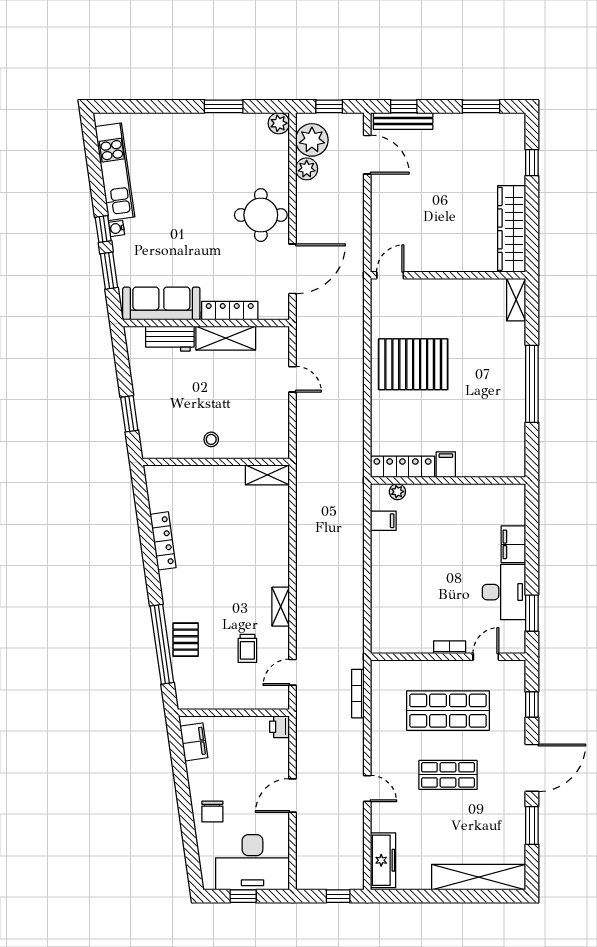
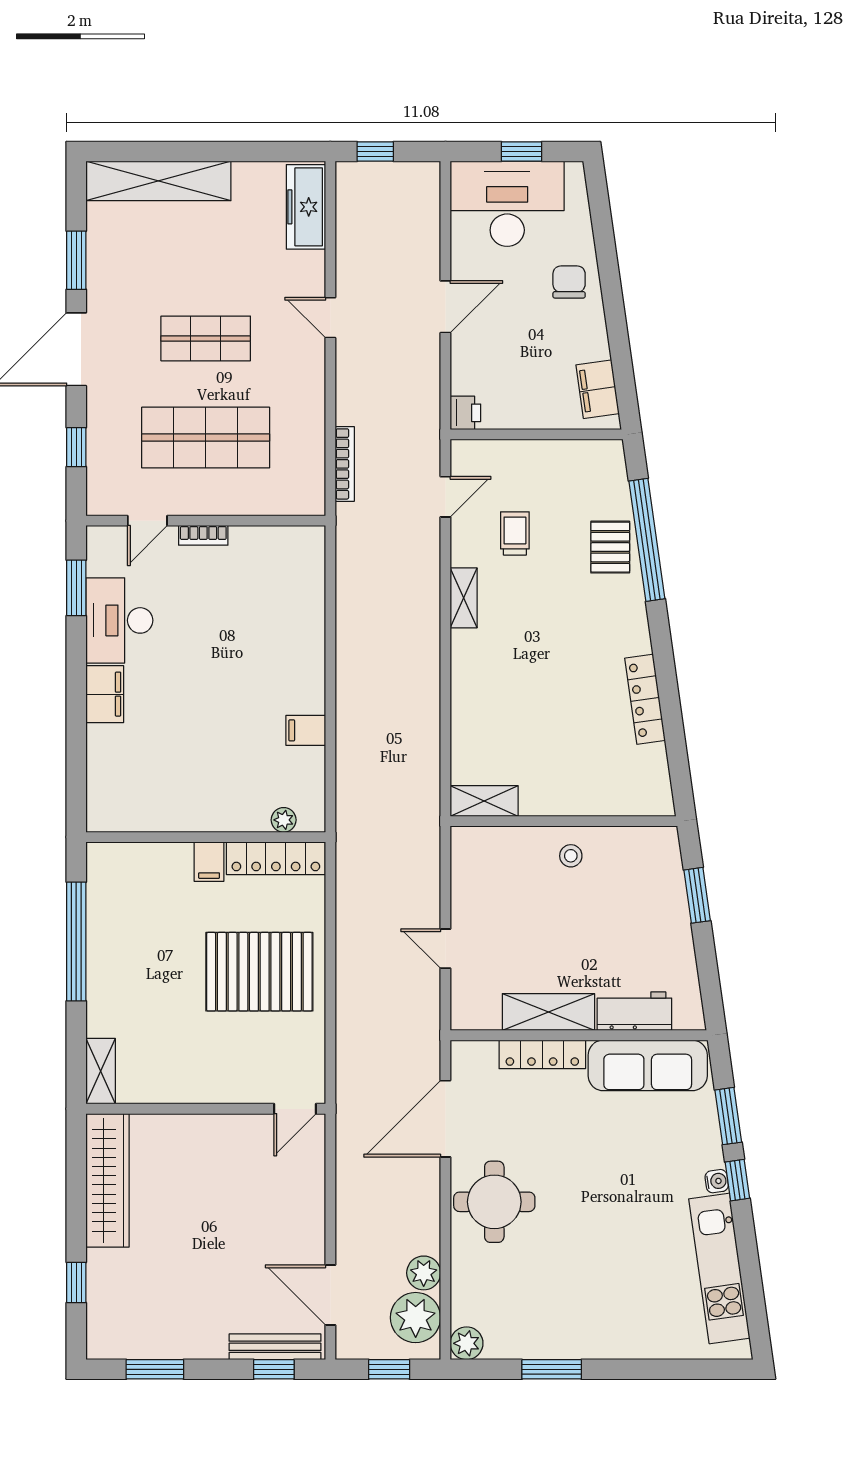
filing cabinet: (446, 465) -> (209, 862), moved
locker: (402, 467) -> (276, 858), moved
wall: (448, 481) -> (206, 837), moved
plant: (397, 492) -> (284, 820), moved

